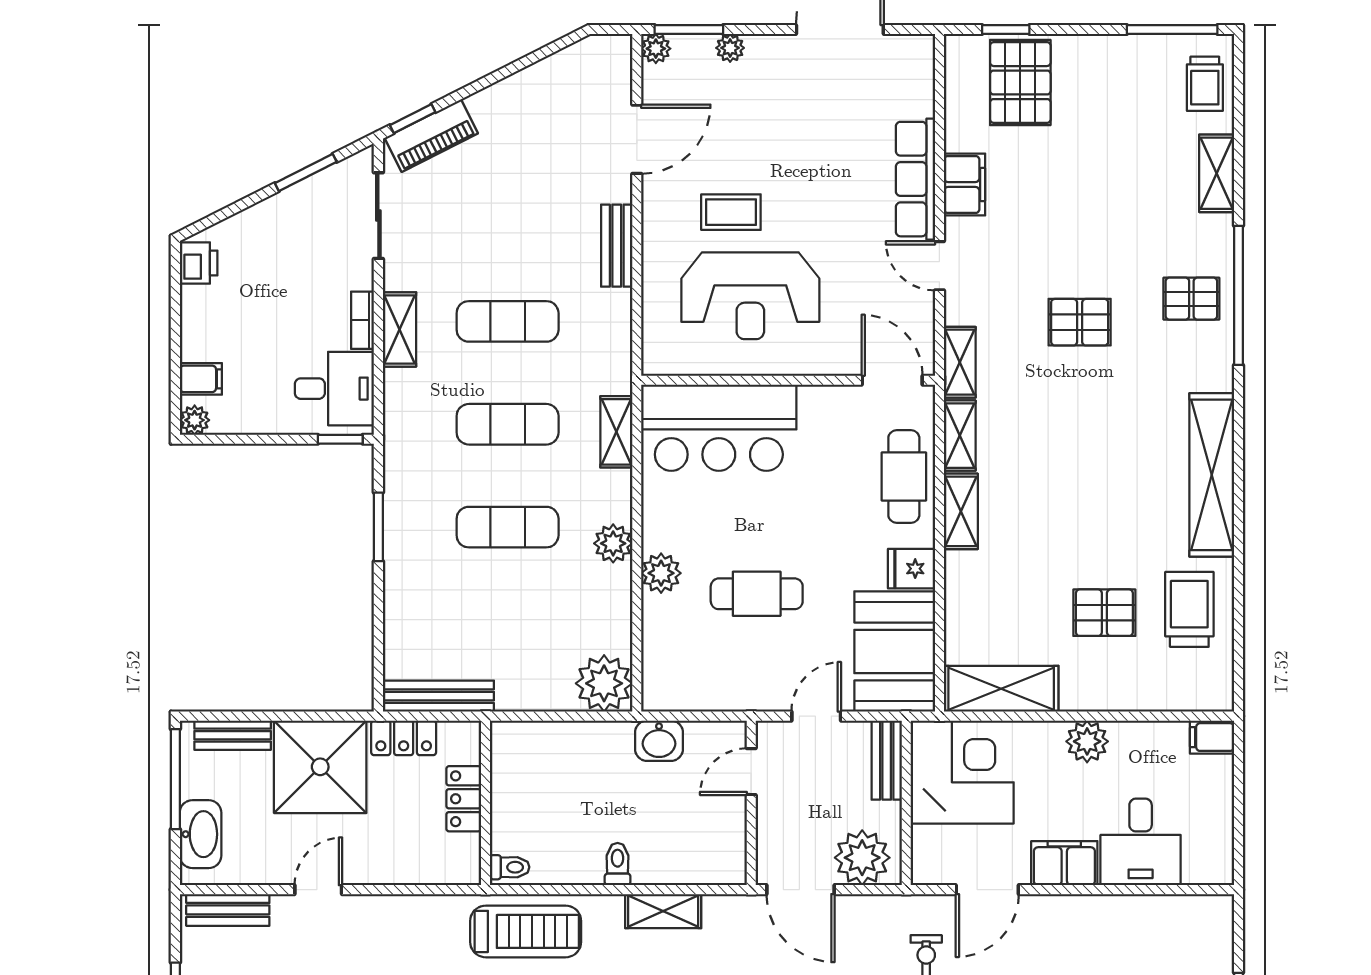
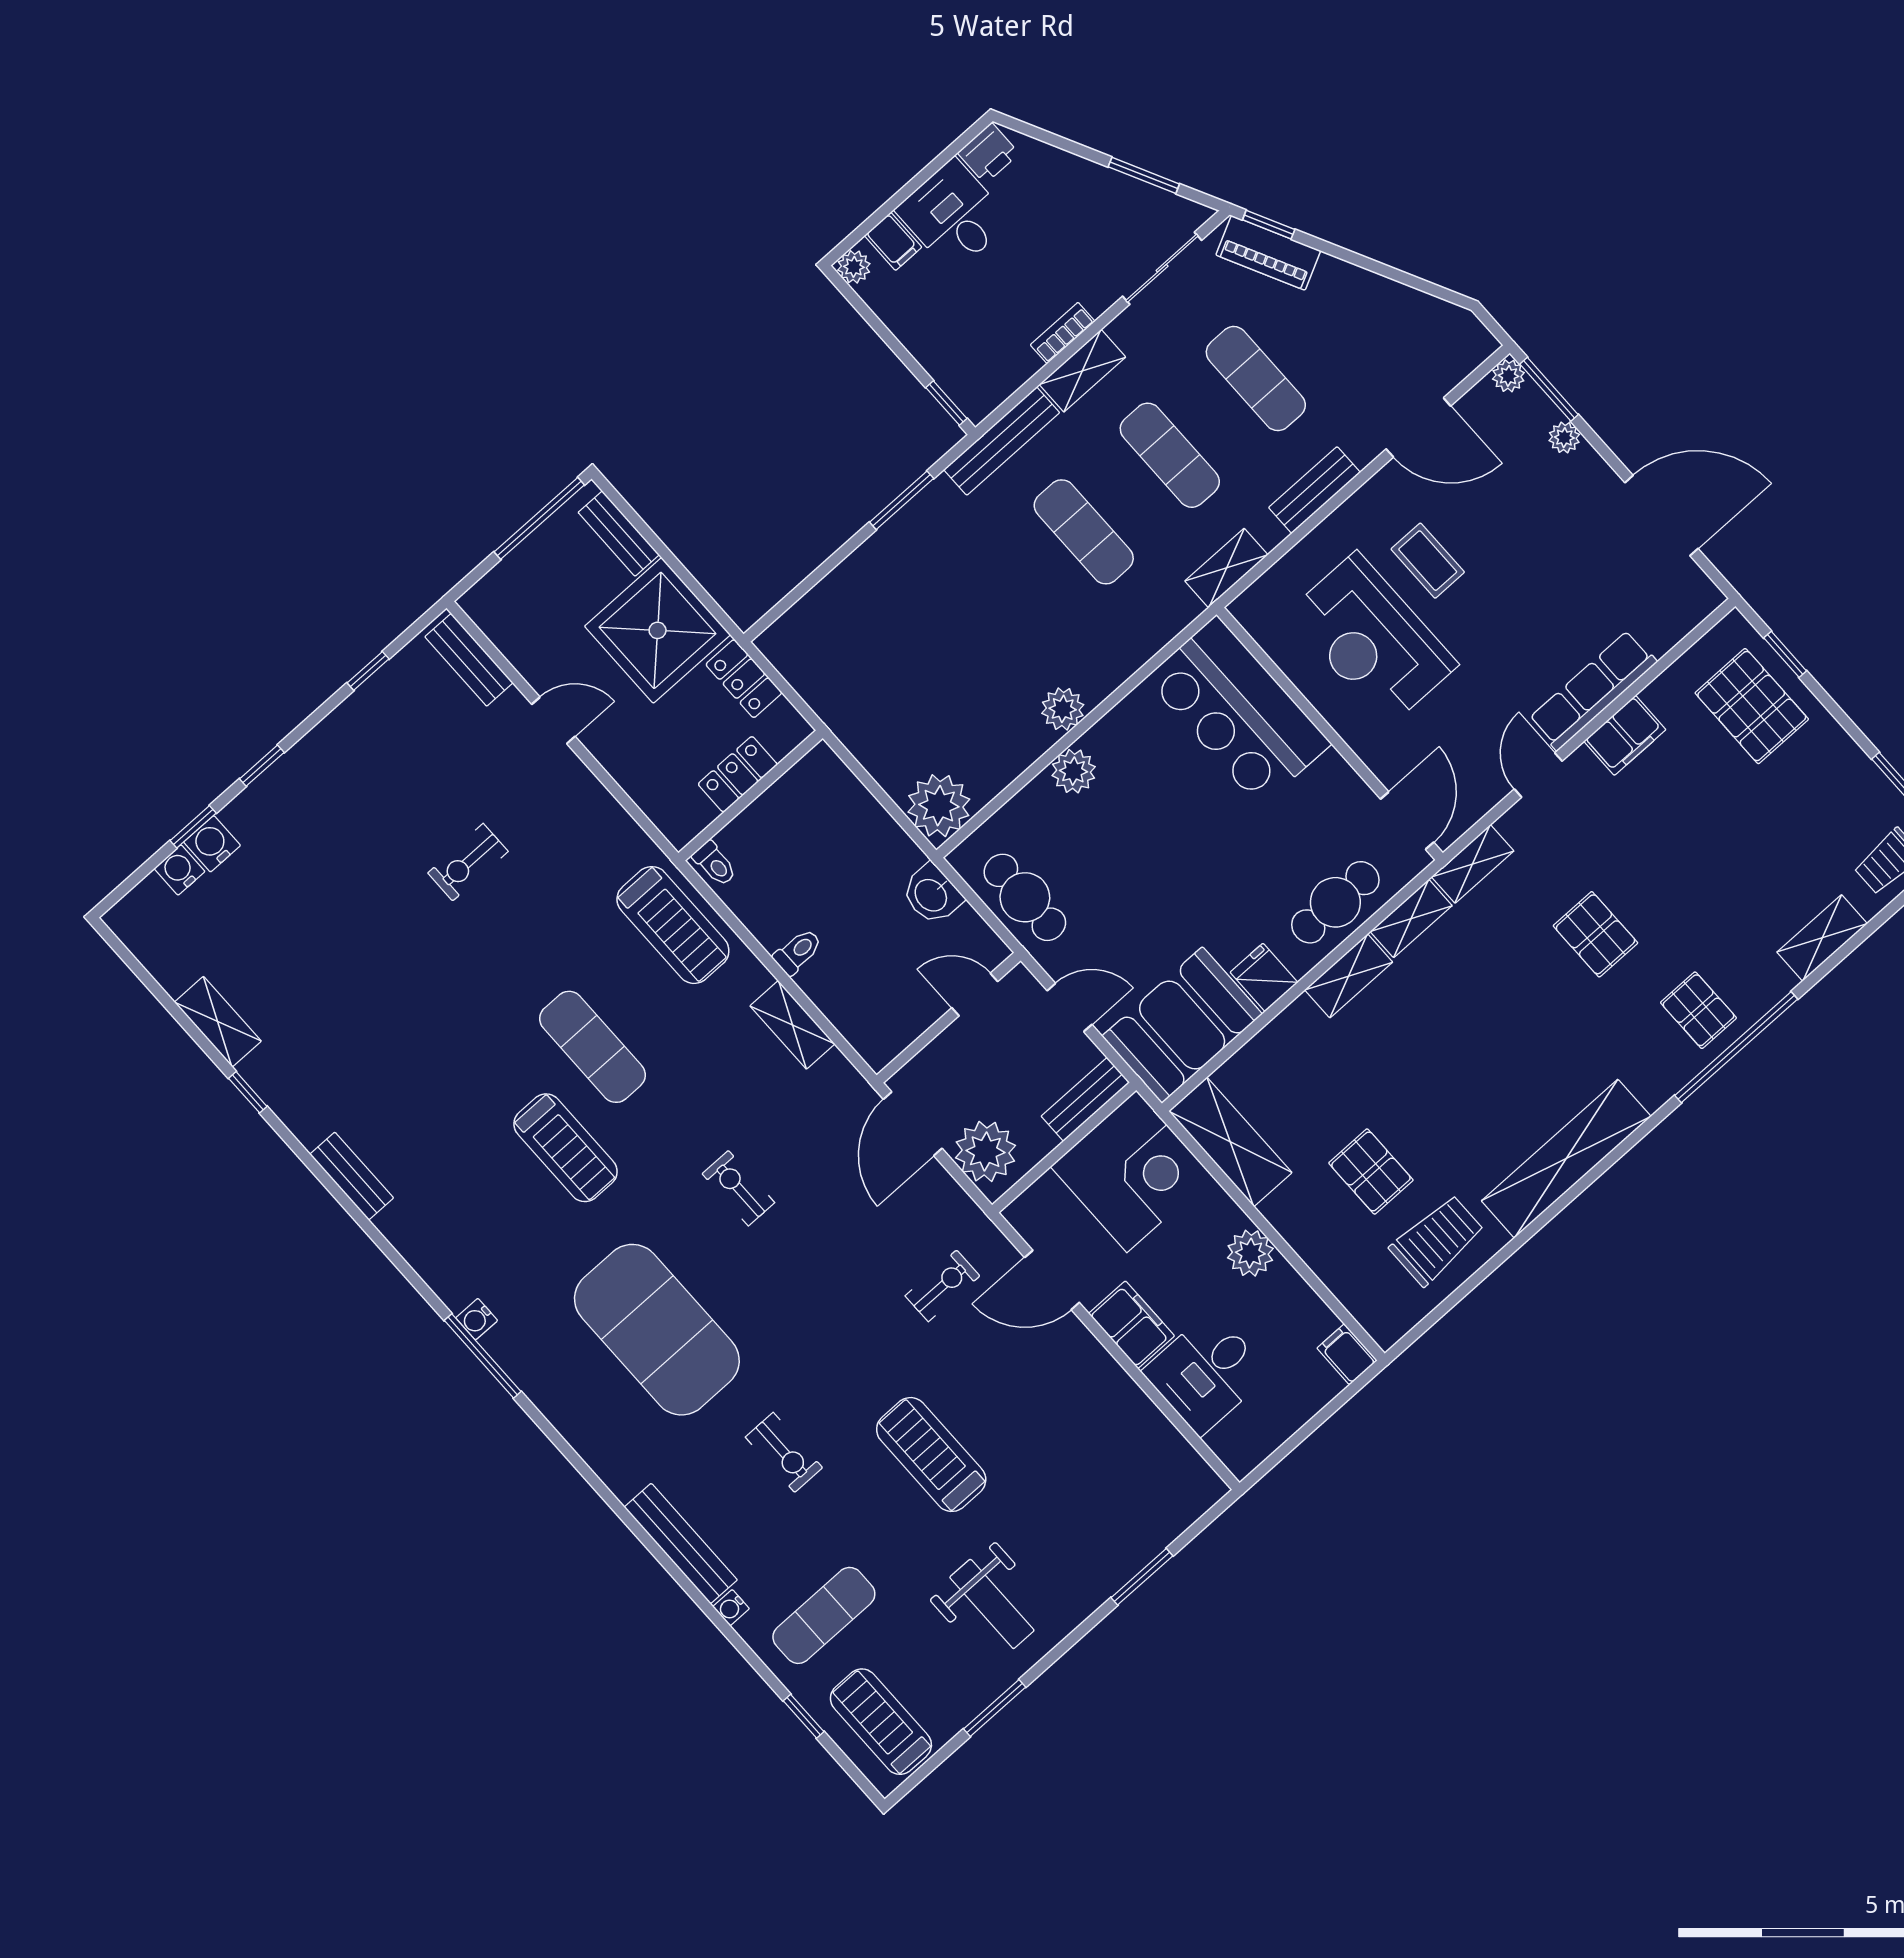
pallet: (1020, 83) -> (1752, 706), turned 90
desk: (334, 389) -> (953, 216), moved, turned 180
shelving: (616, 432) -> (1226, 568), moved
exercise mat: (508, 527) -> (1256, 379), moved
cafe table: (757, 594) -> (1025, 897), moved
bench: (438, 696) -> (1002, 441), moved, turned 90
washbasin: (201, 834) -> (512, 581), removed

